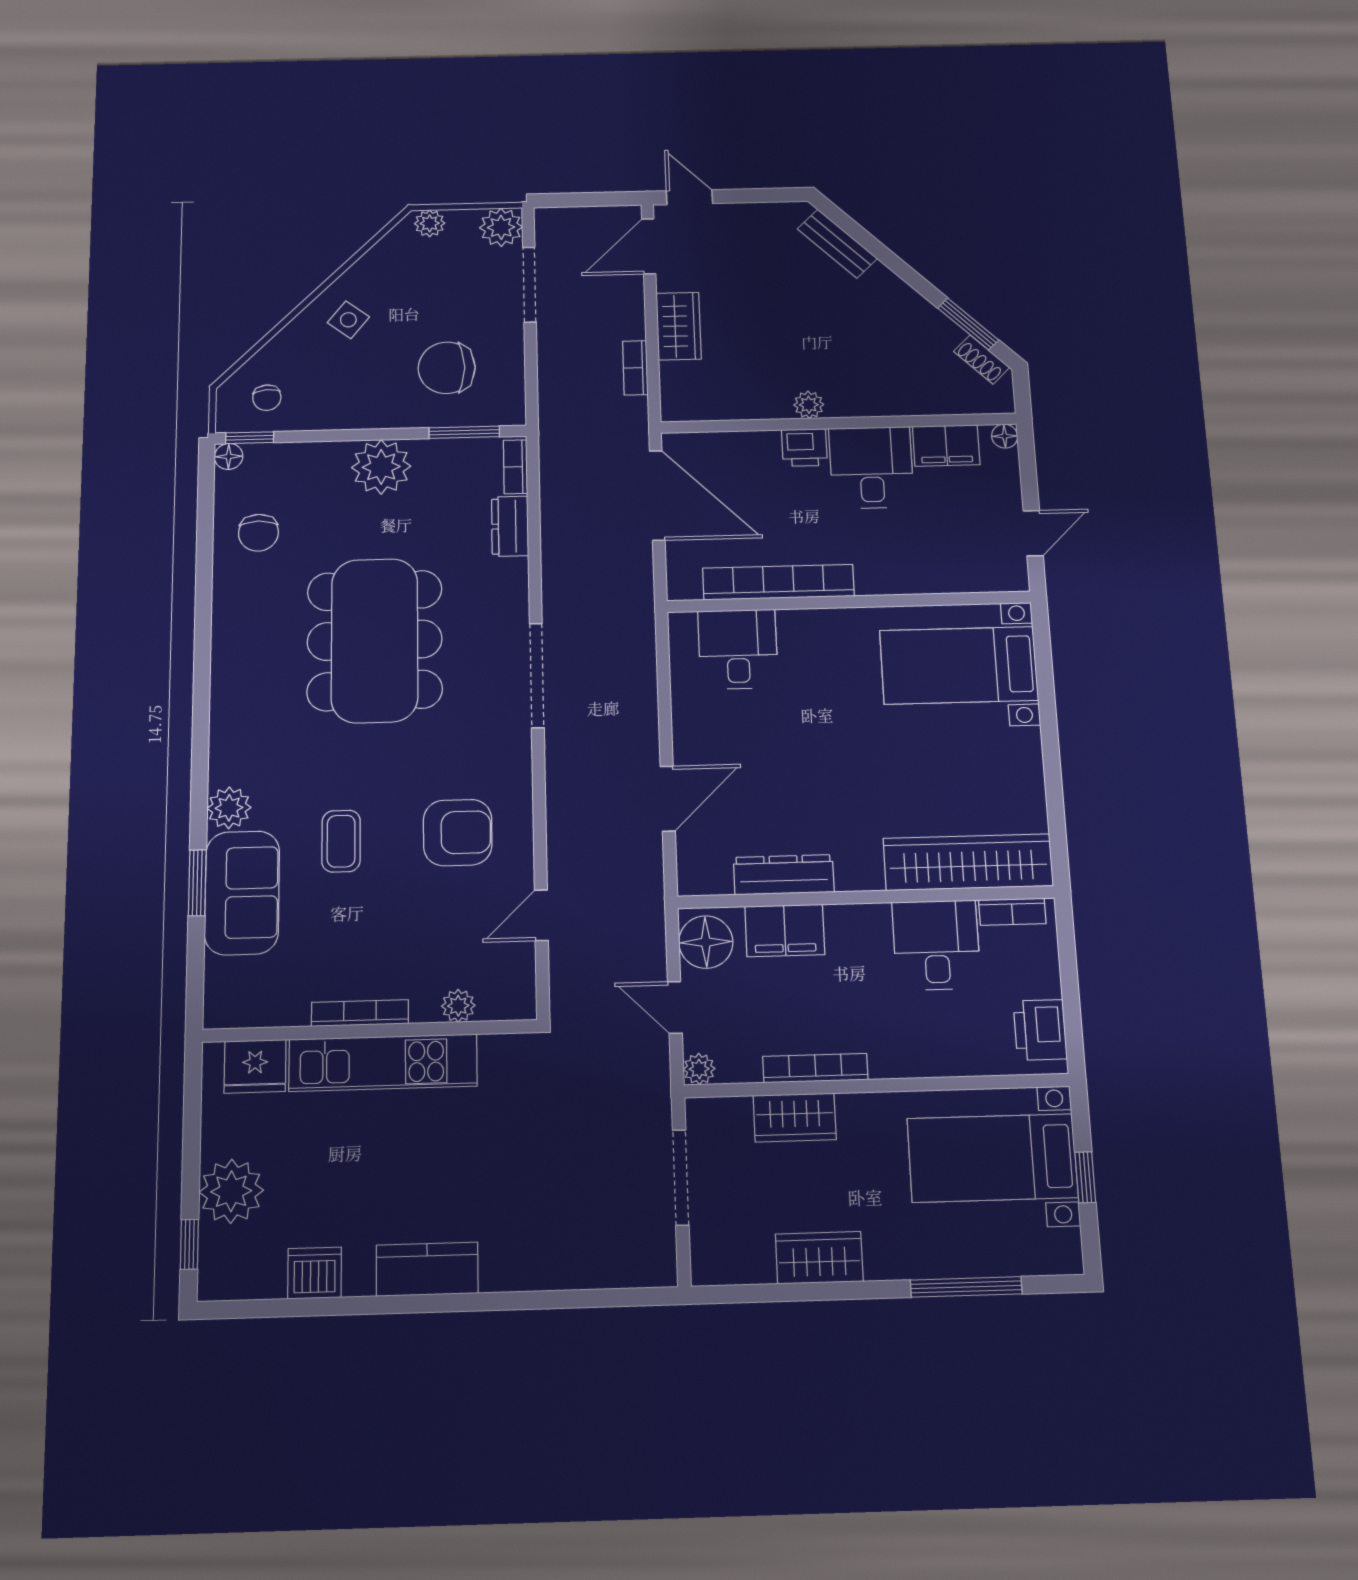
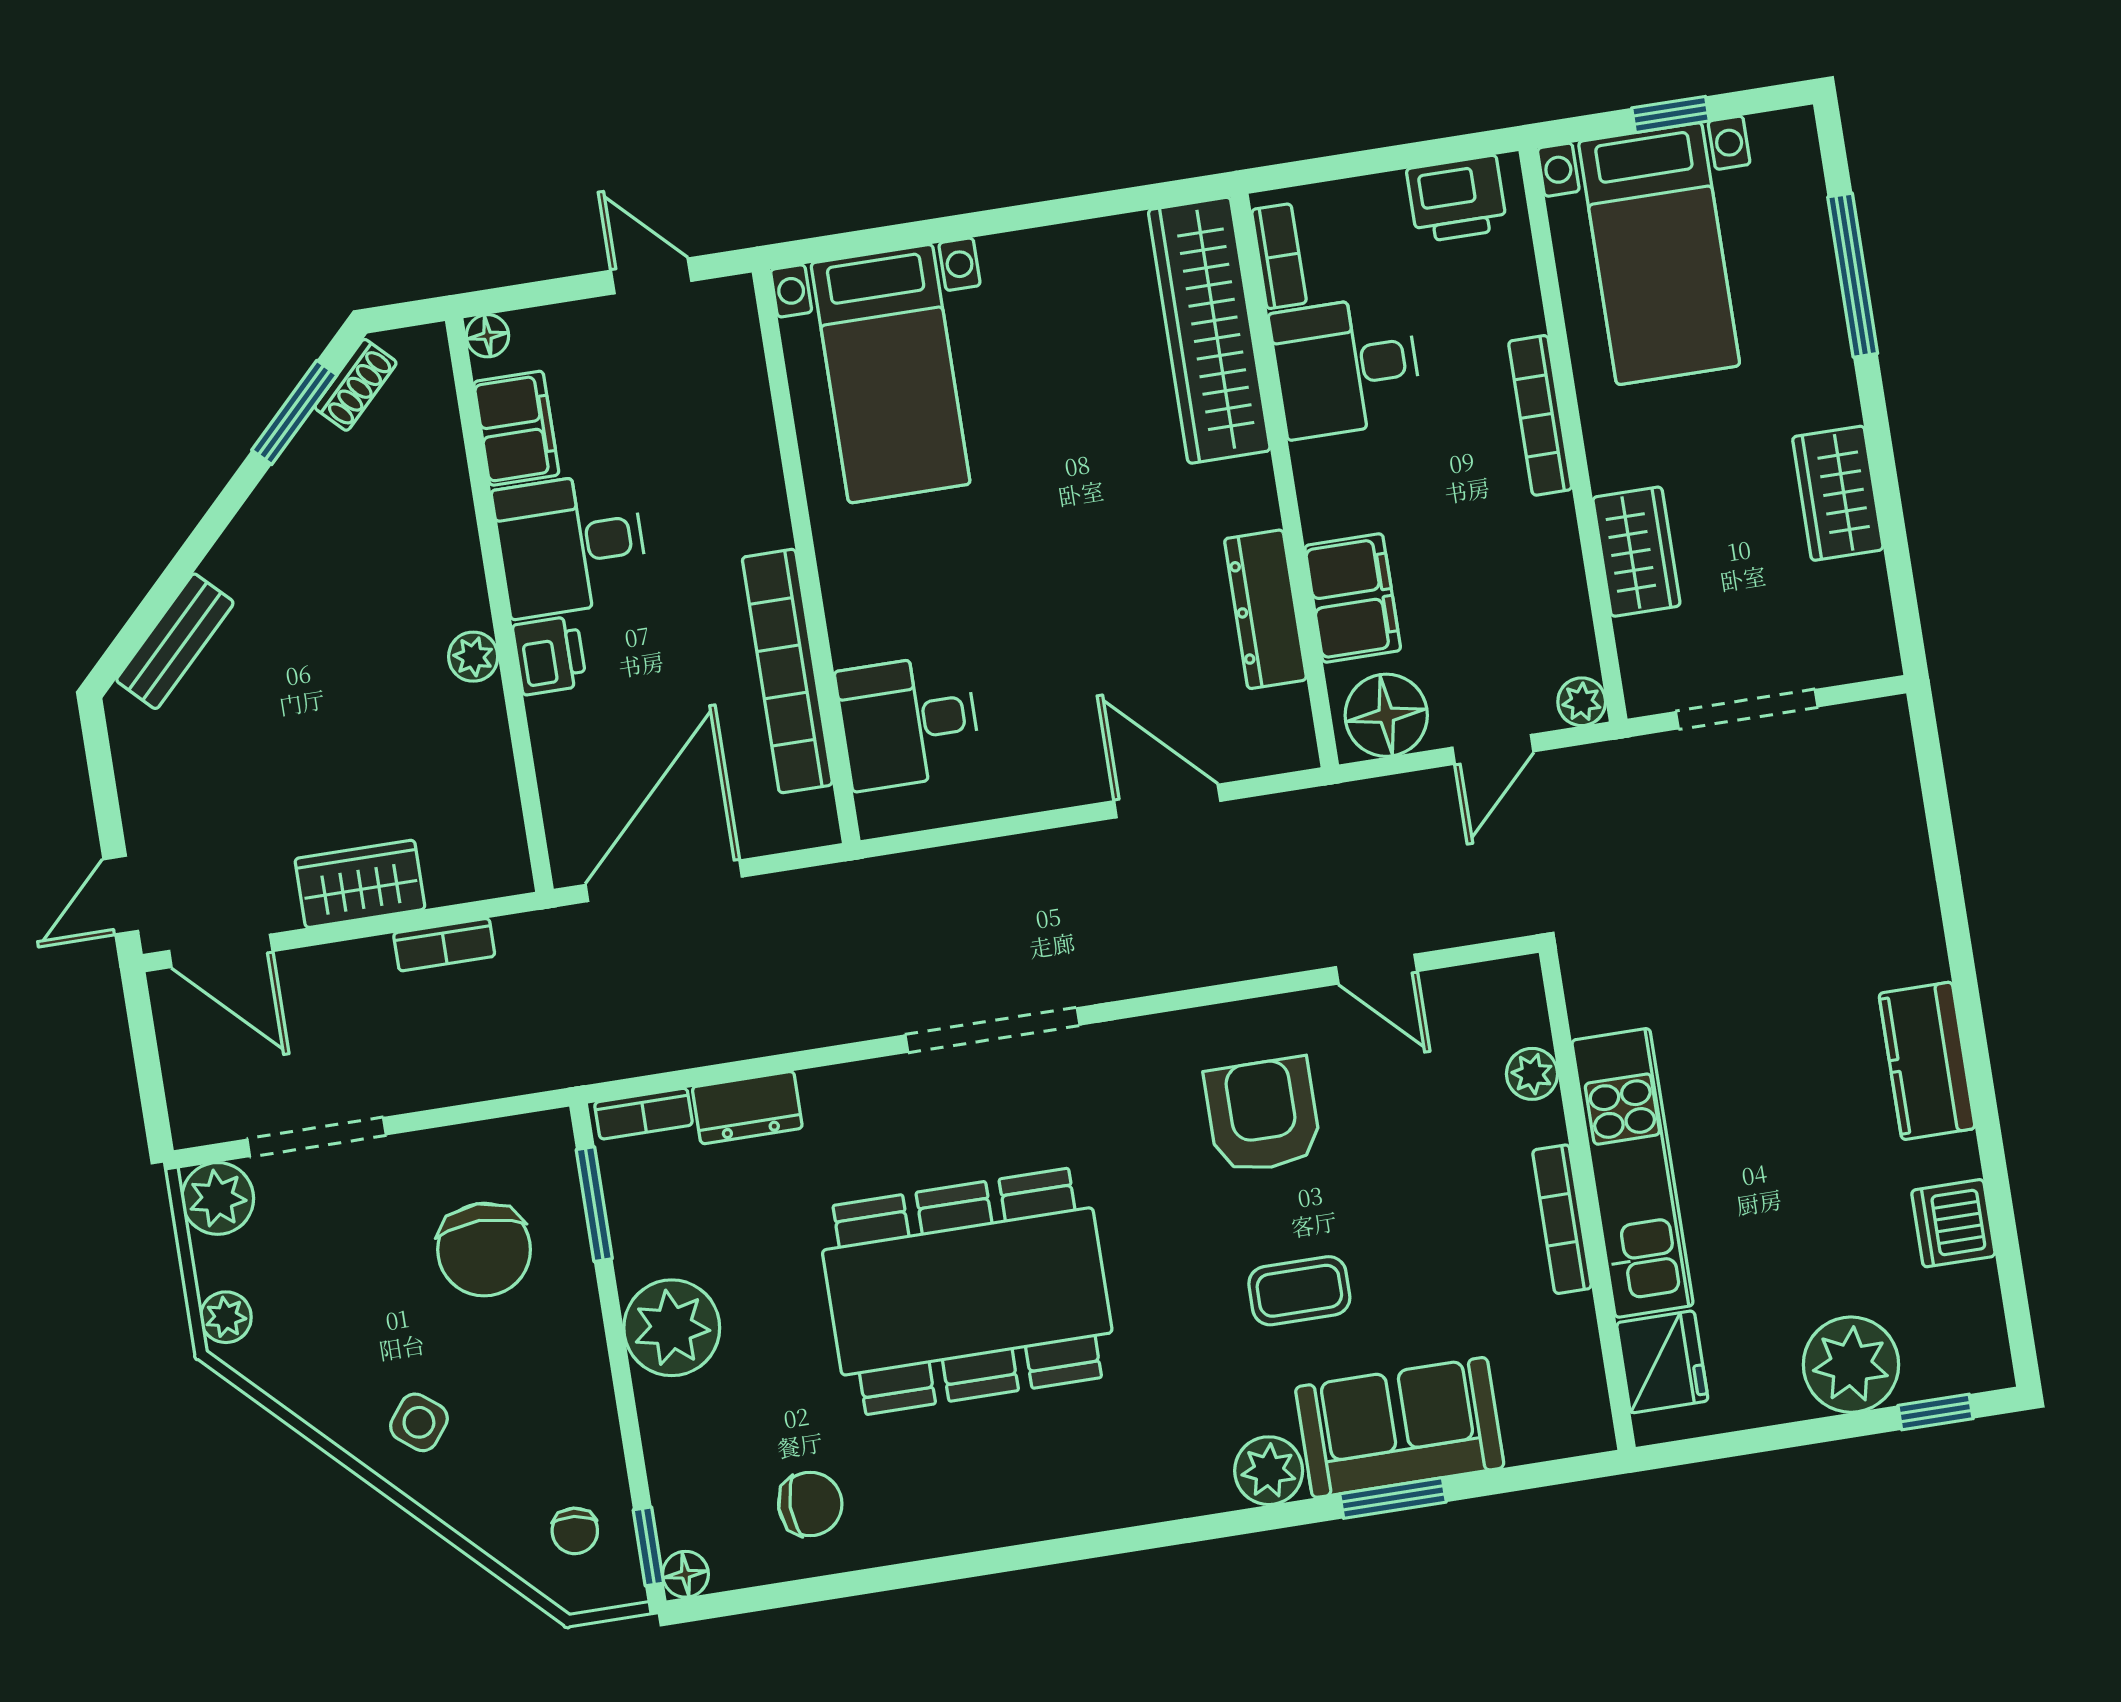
chair: (267, 398) -> (575, 1531), turned 101
bookcase: (815, 1068) -> (1540, 415), moved

